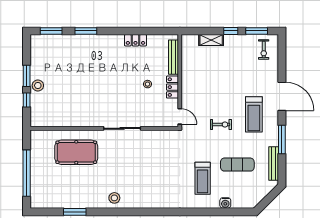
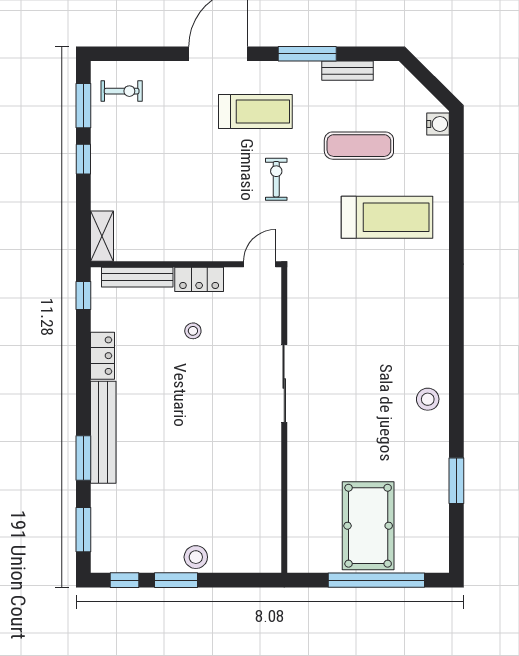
window: (165, 31) -> (83, 295), added
shelving: (211, 40) -> (102, 236), moved
bench: (98, 41) -> (103, 432), added
window: (27, 100) -> (125, 580), moved
pool table: (76, 152) -> (368, 526), moved
bench: (274, 164) -> (347, 71), width x0.73
exercise mat: (237, 165) -> (359, 146), turned 90
treadmill: (203, 178) -> (387, 217), width x1.37, depth x1.38
water cooler: (225, 203) -> (438, 124), moved

